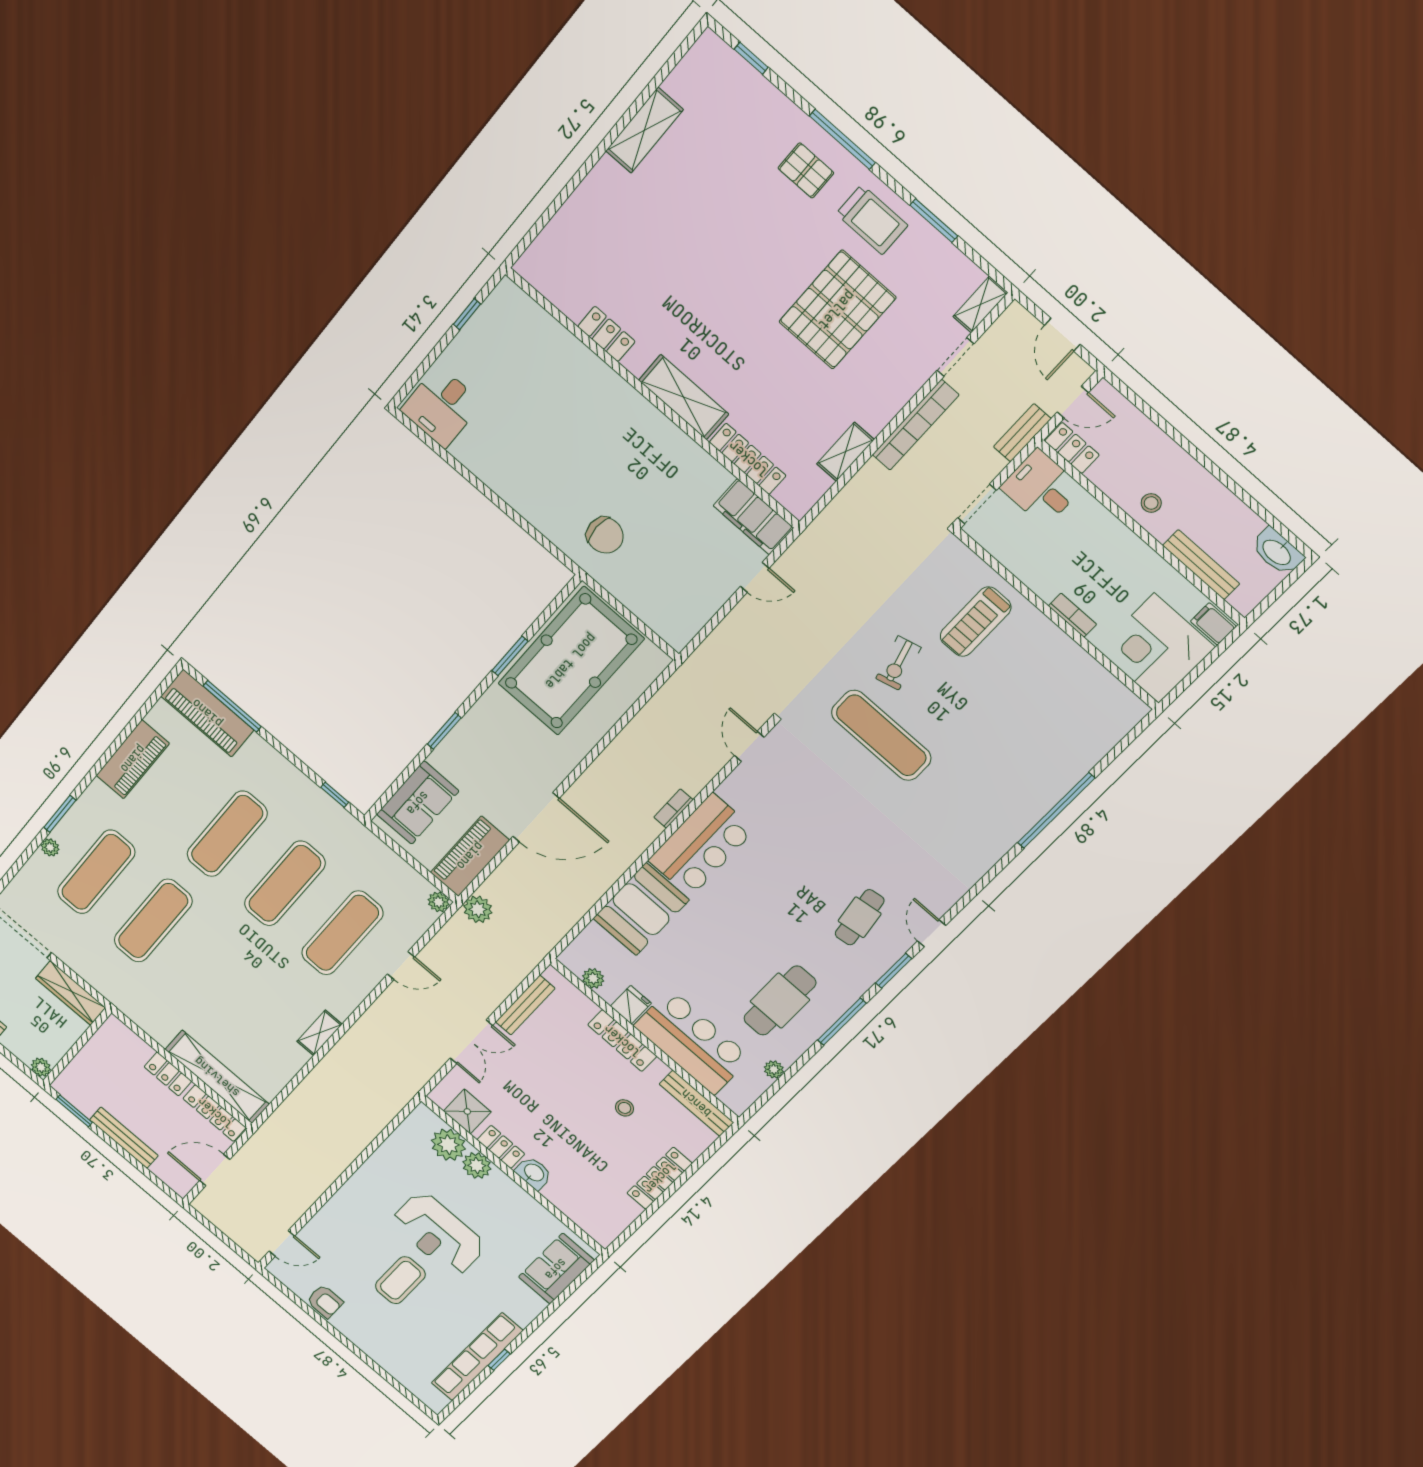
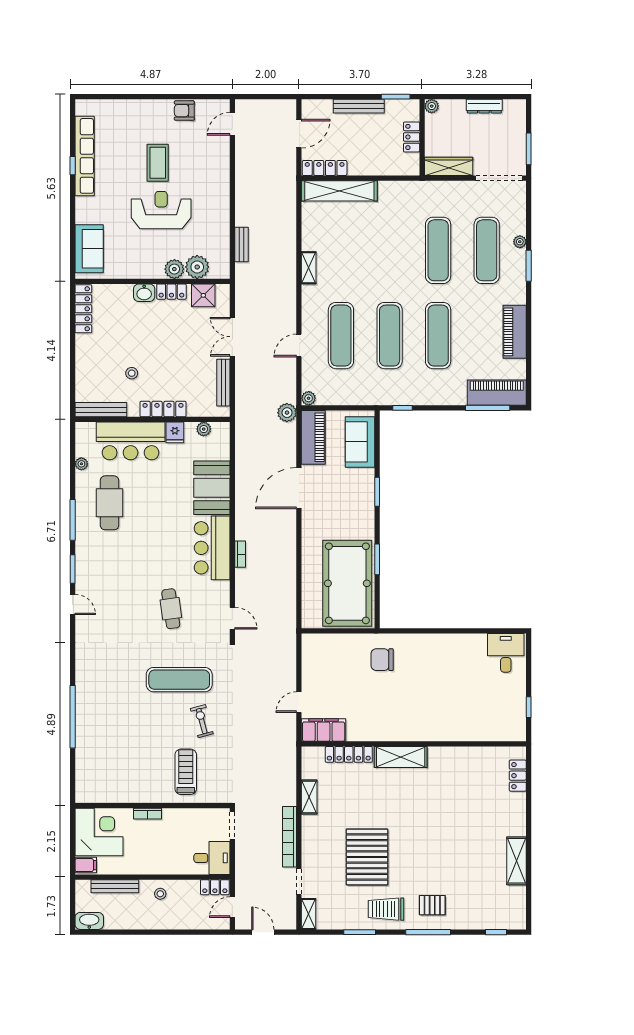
locker: (606, 334) -> (518, 776), moved, turned 90
bench: (1022, 433) -> (242, 245), moved
cafe table: (860, 917) -> (171, 609), moved
locker: (168, 1074) -> (412, 137), moved, turned -90
locker: (660, 1178) -> (83, 309), moved

